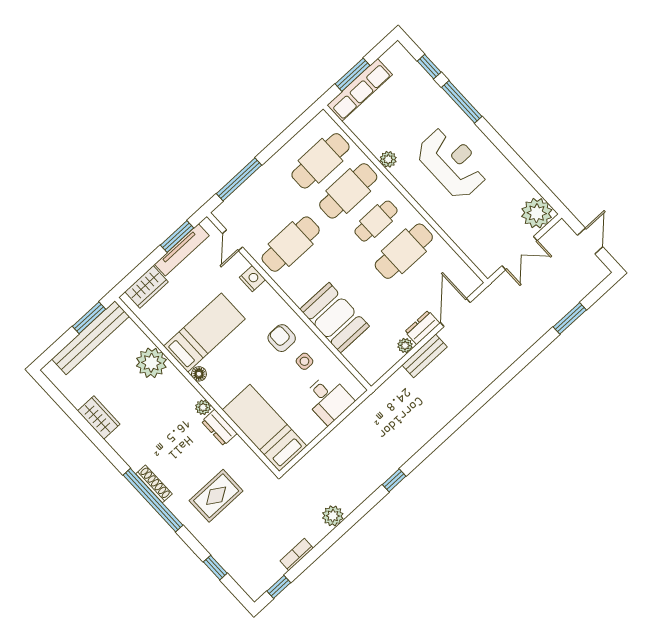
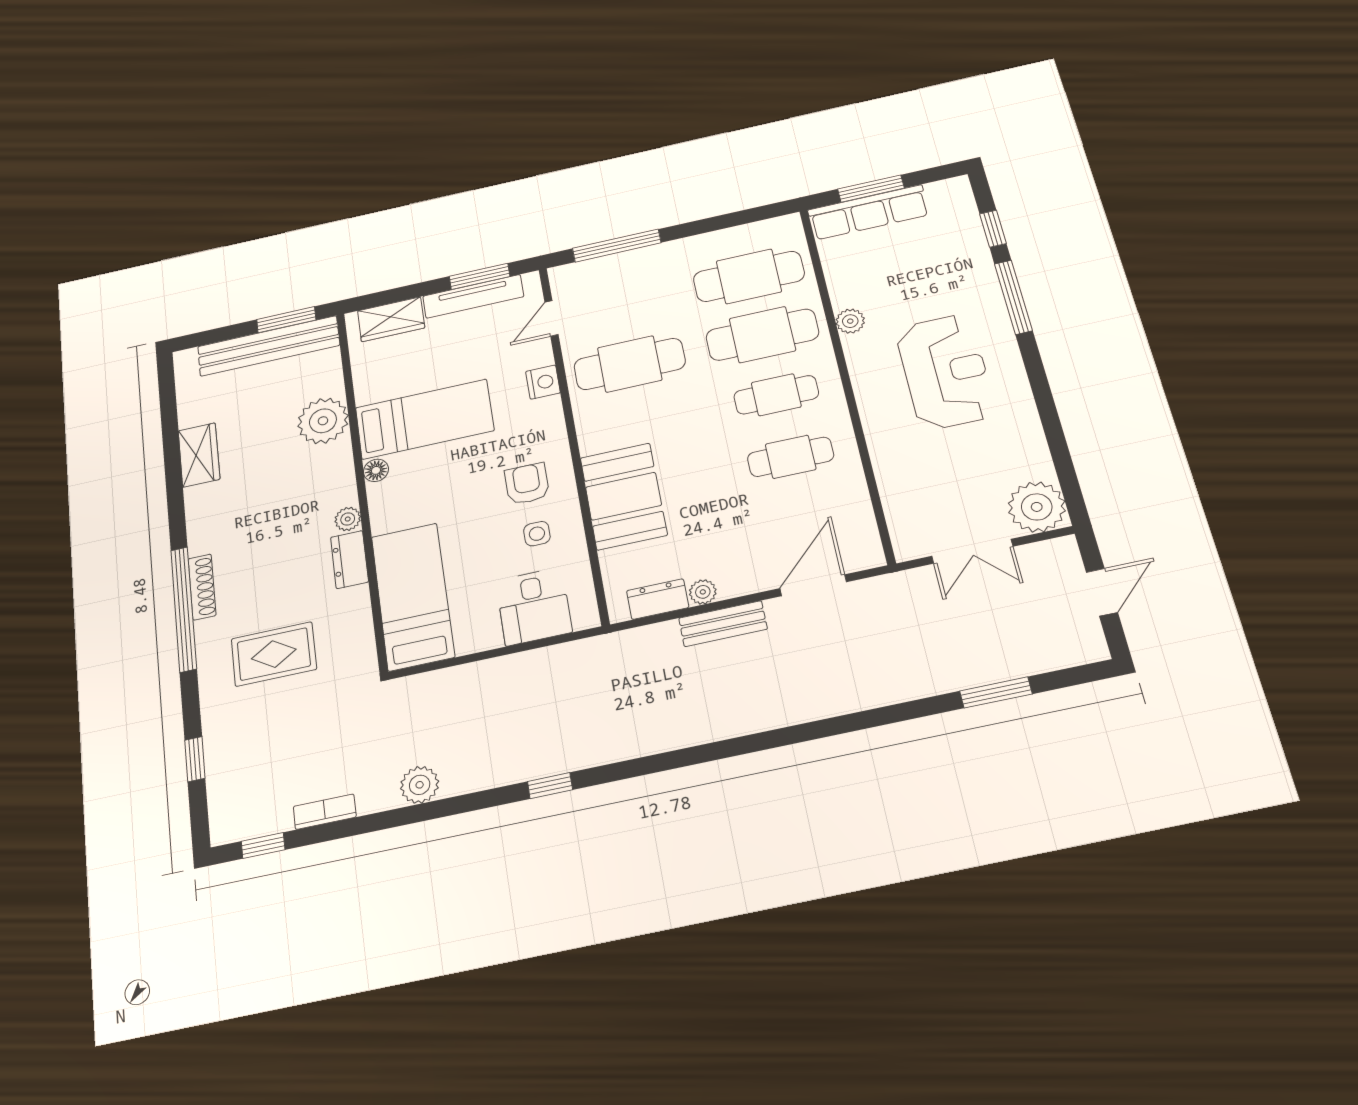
cafe table: (404, 251) -> (791, 457), width x0.73, depth x0.74
dresser: (422, 327) -> (658, 599), moved

